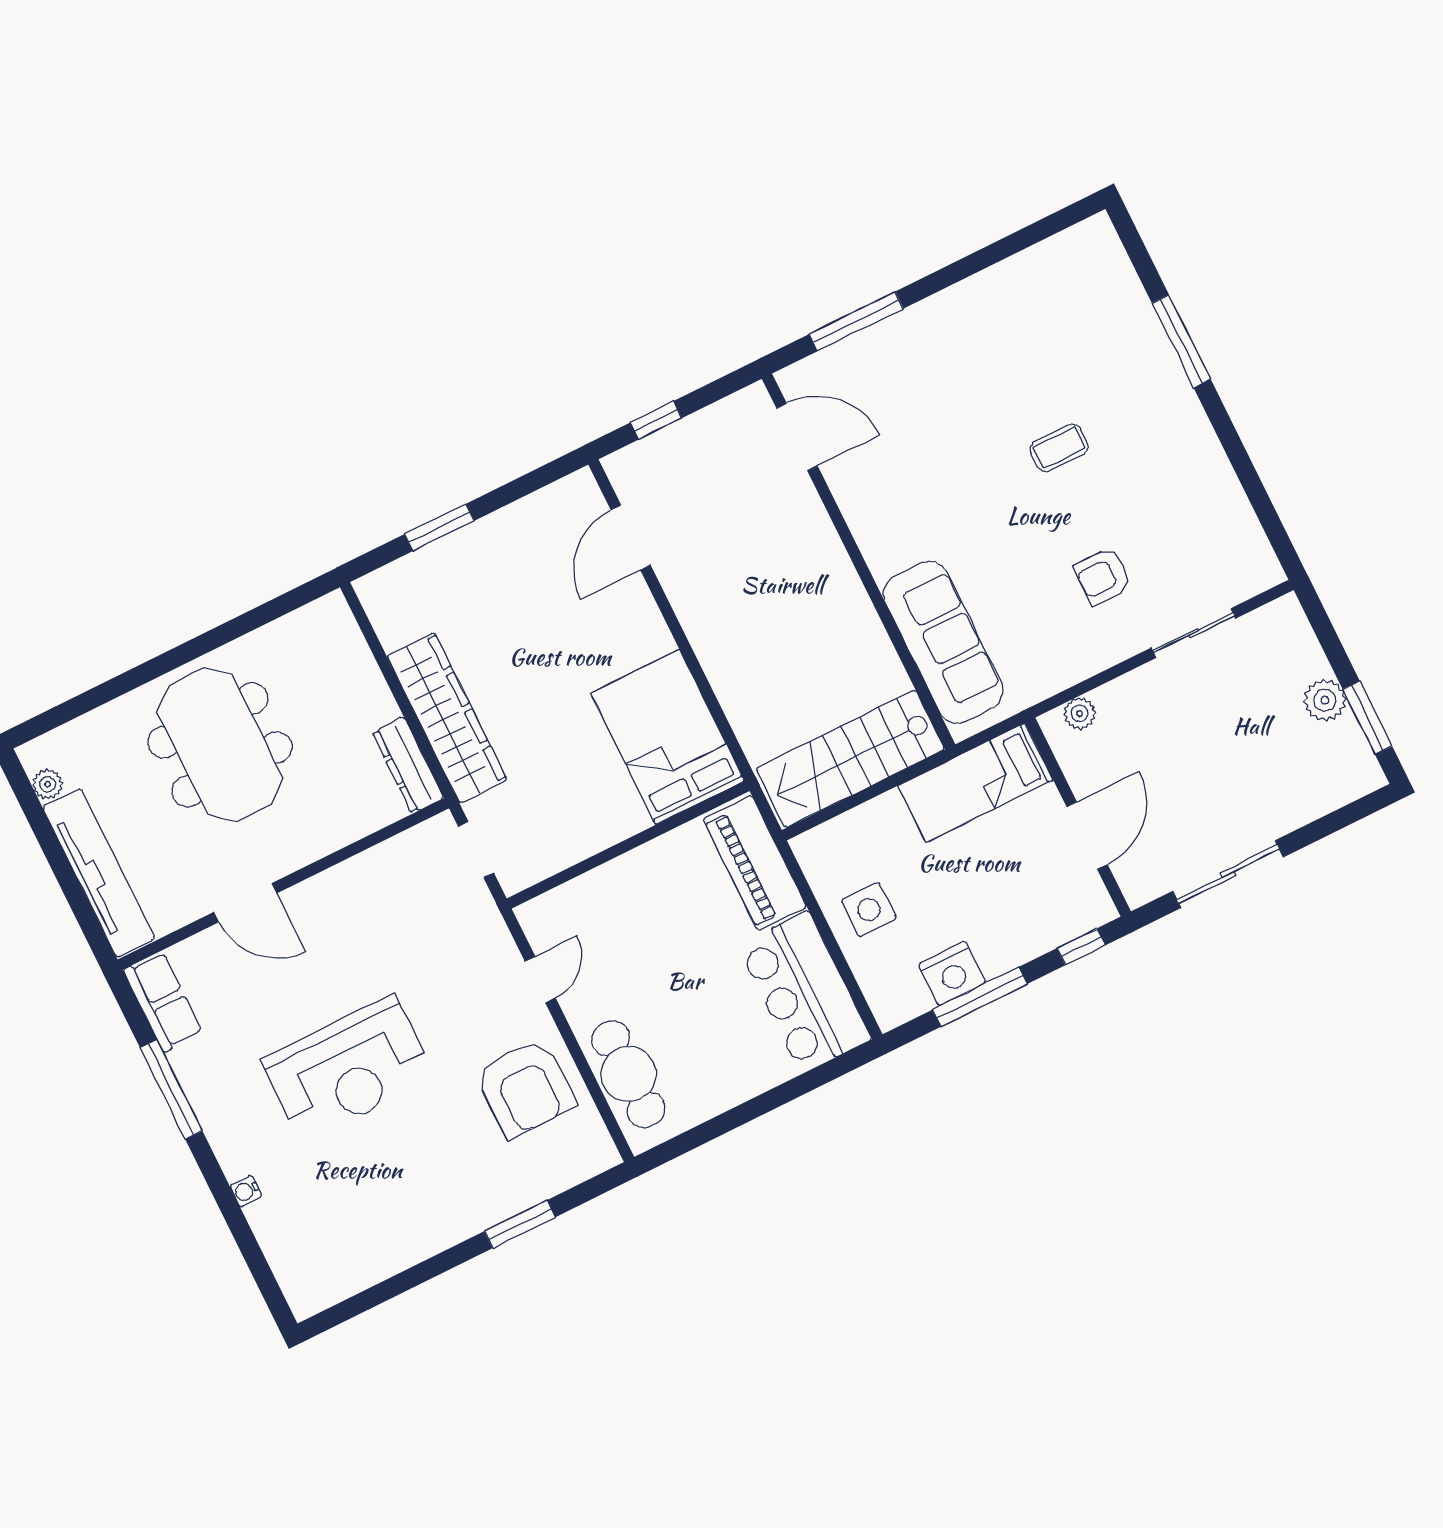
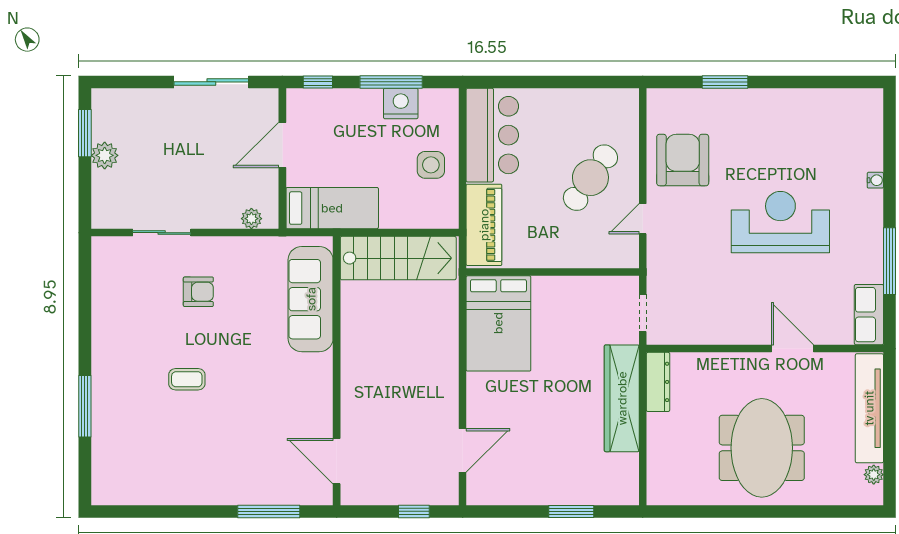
cafe table: (628, 1074) -> (590, 178), moved, turned 35

